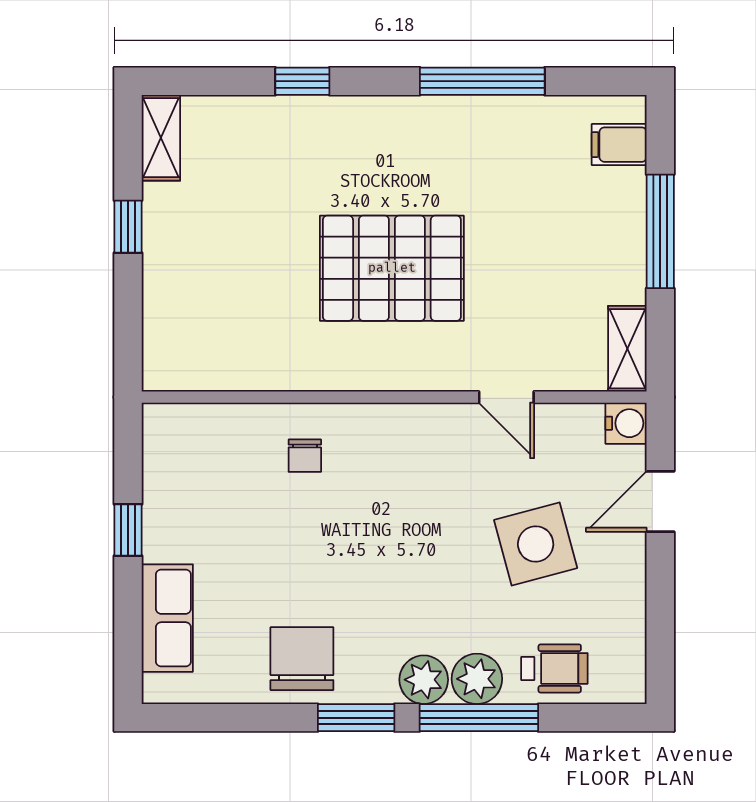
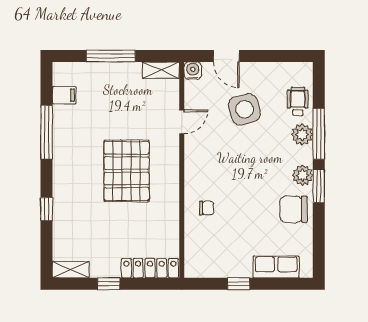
filing cabinet: (619, 145) -> (64, 95), moved, turned -90
locker: (164, 323) -> (150, 268), added
plant: (424, 680) -> (303, 175), moved

